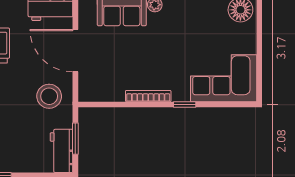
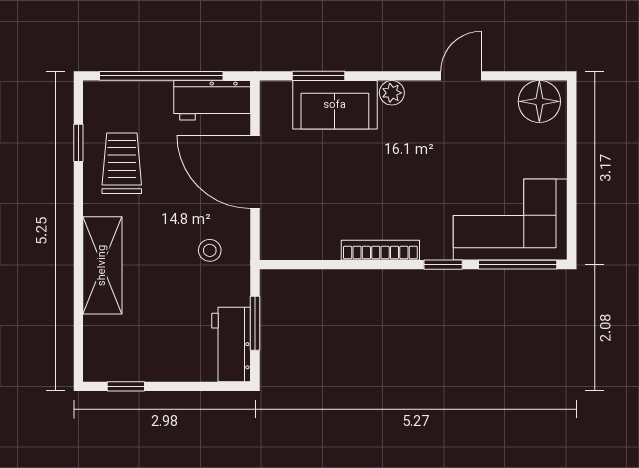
stool: (49, 96) -> (210, 250), width x0.53, depth x0.53
window: (228, 105) -> (518, 265), added

